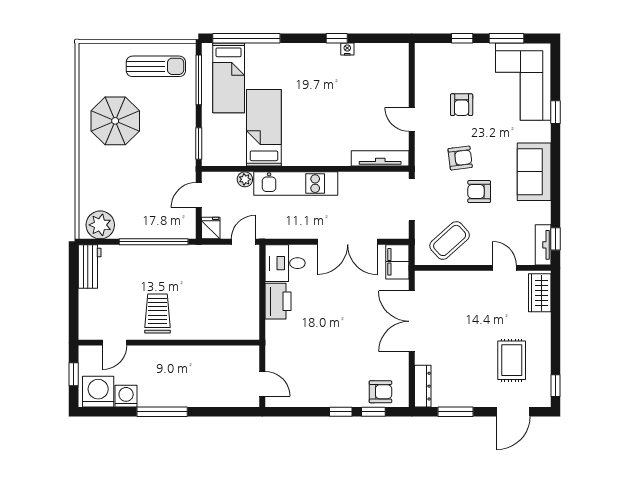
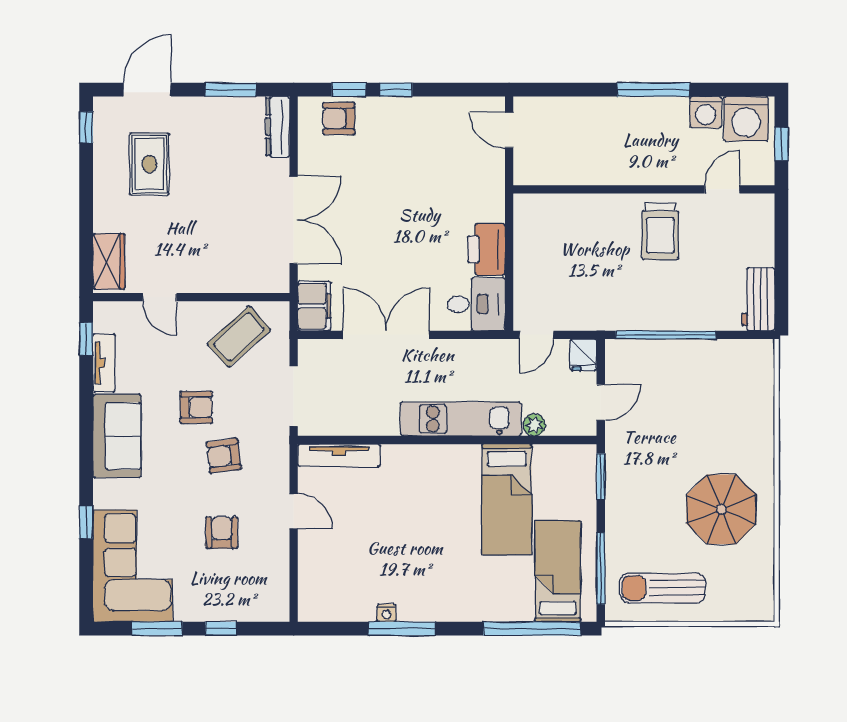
window: (337, 38) -> (402, 629), width x2.17
plant: (100, 225) -> (743, 359), removed
tv unit: (543, 245) -> (104, 363), moved

